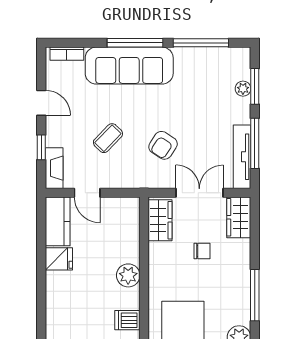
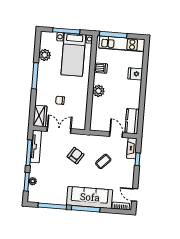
door: (41, 103) -> (135, 195), moved
double door: (199, 193) -> (59, 130), swing flipped
wardrobe: (160, 220) -> (80, 118), removed
fridge: (59, 259) -> (135, 74), moved

